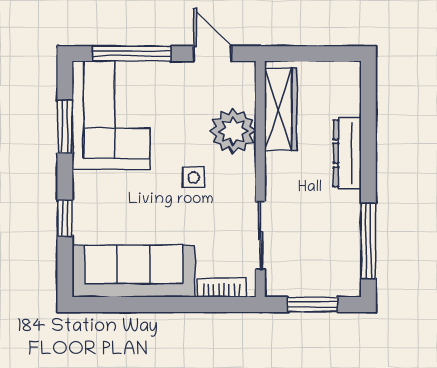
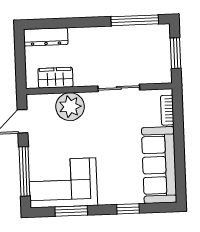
wardrobe: (281, 109) -> (55, 78), width x0.67
dresser: (347, 153) -> (46, 37), moved
side table: (194, 178) -> (100, 130), removed
sliding door: (260, 236) -> (119, 88), moved

